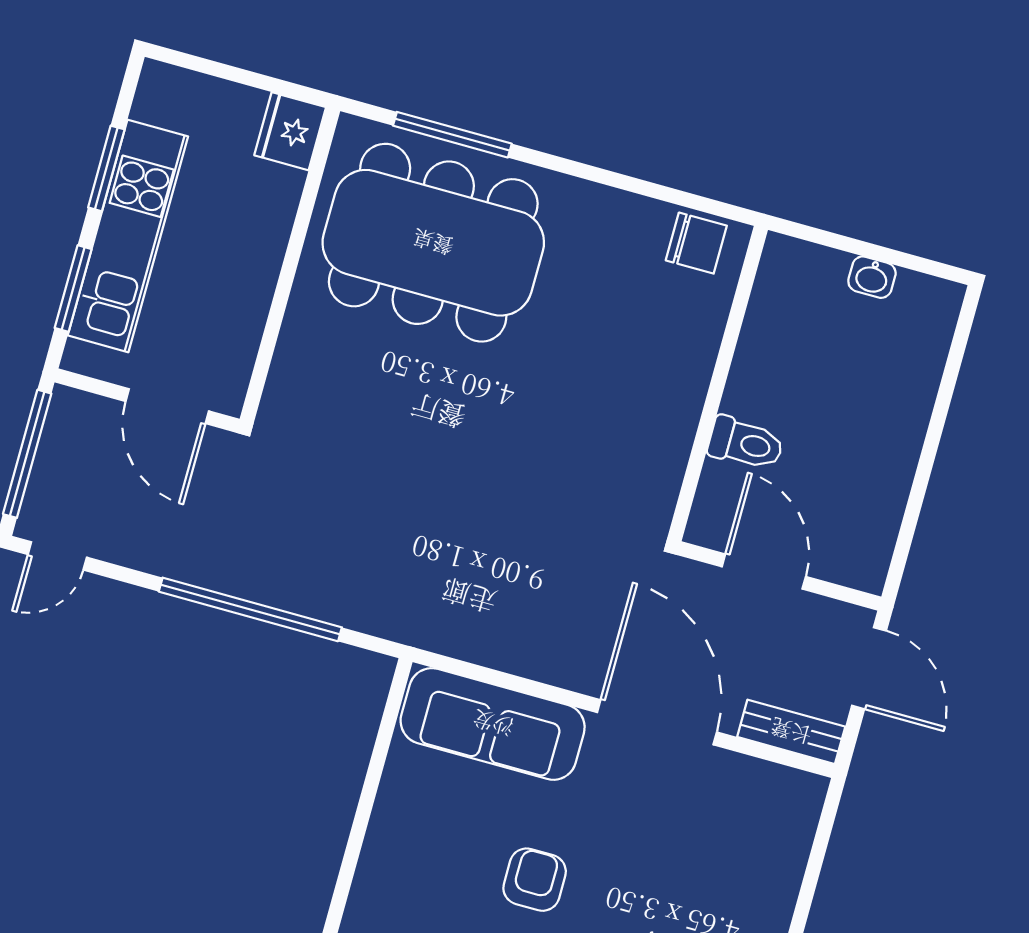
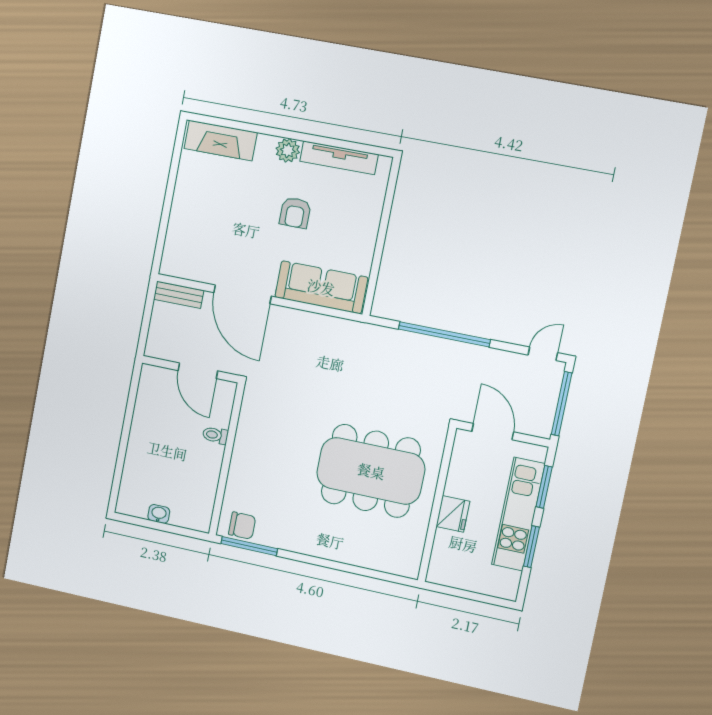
fridge: (290, 131) -> (453, 514), moved
window: (452, 135) -> (249, 546), moved
dining table: (433, 243) -> (371, 471), moved
chair: (696, 243) -> (242, 526), turned 180
toilet: (746, 443) -> (215, 435), width x0.73, depth x0.72
door: (869, 668) -> (145, 328), removed

